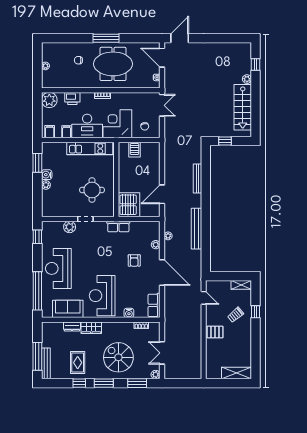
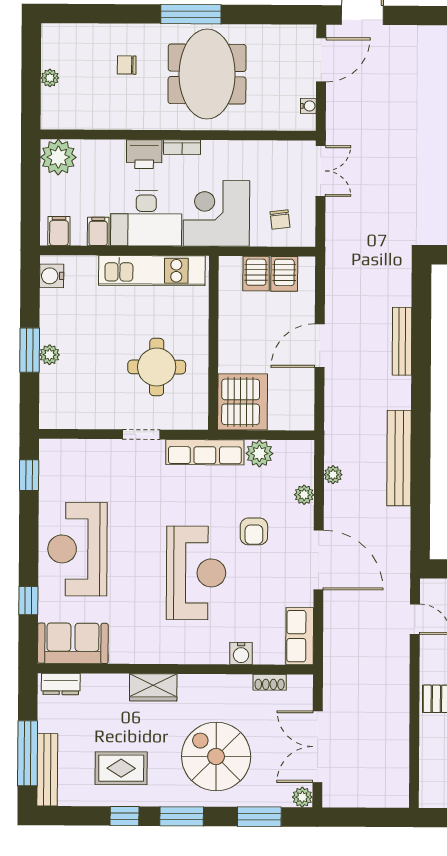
door: (162, 58) -> (321, 60), swing flipped
meeting table: (113, 64) -> (207, 74), turned 90
printer: (72, 99) -> (144, 154), moved
server rack: (147, 150) -> (284, 274), added
window: (37, 163) -> (30, 350), moved
water cooler: (47, 175) -> (52, 276), moved
door: (162, 194) -> (320, 346), moved
plant: (70, 227) -> (259, 453), moved
row of seats: (118, 227) -> (205, 452), width x1.48
window: (37, 291) -> (28, 601), width x0.32
reception desk: (102, 296) -> (196, 573), moved, turned 180
sofa: (68, 309) -> (73, 643), moved
dresser: (72, 326) -> (61, 684), moved
double door: (162, 353) -> (318, 747), width x1.37
rug: (78, 363) -> (121, 768), turned 90

